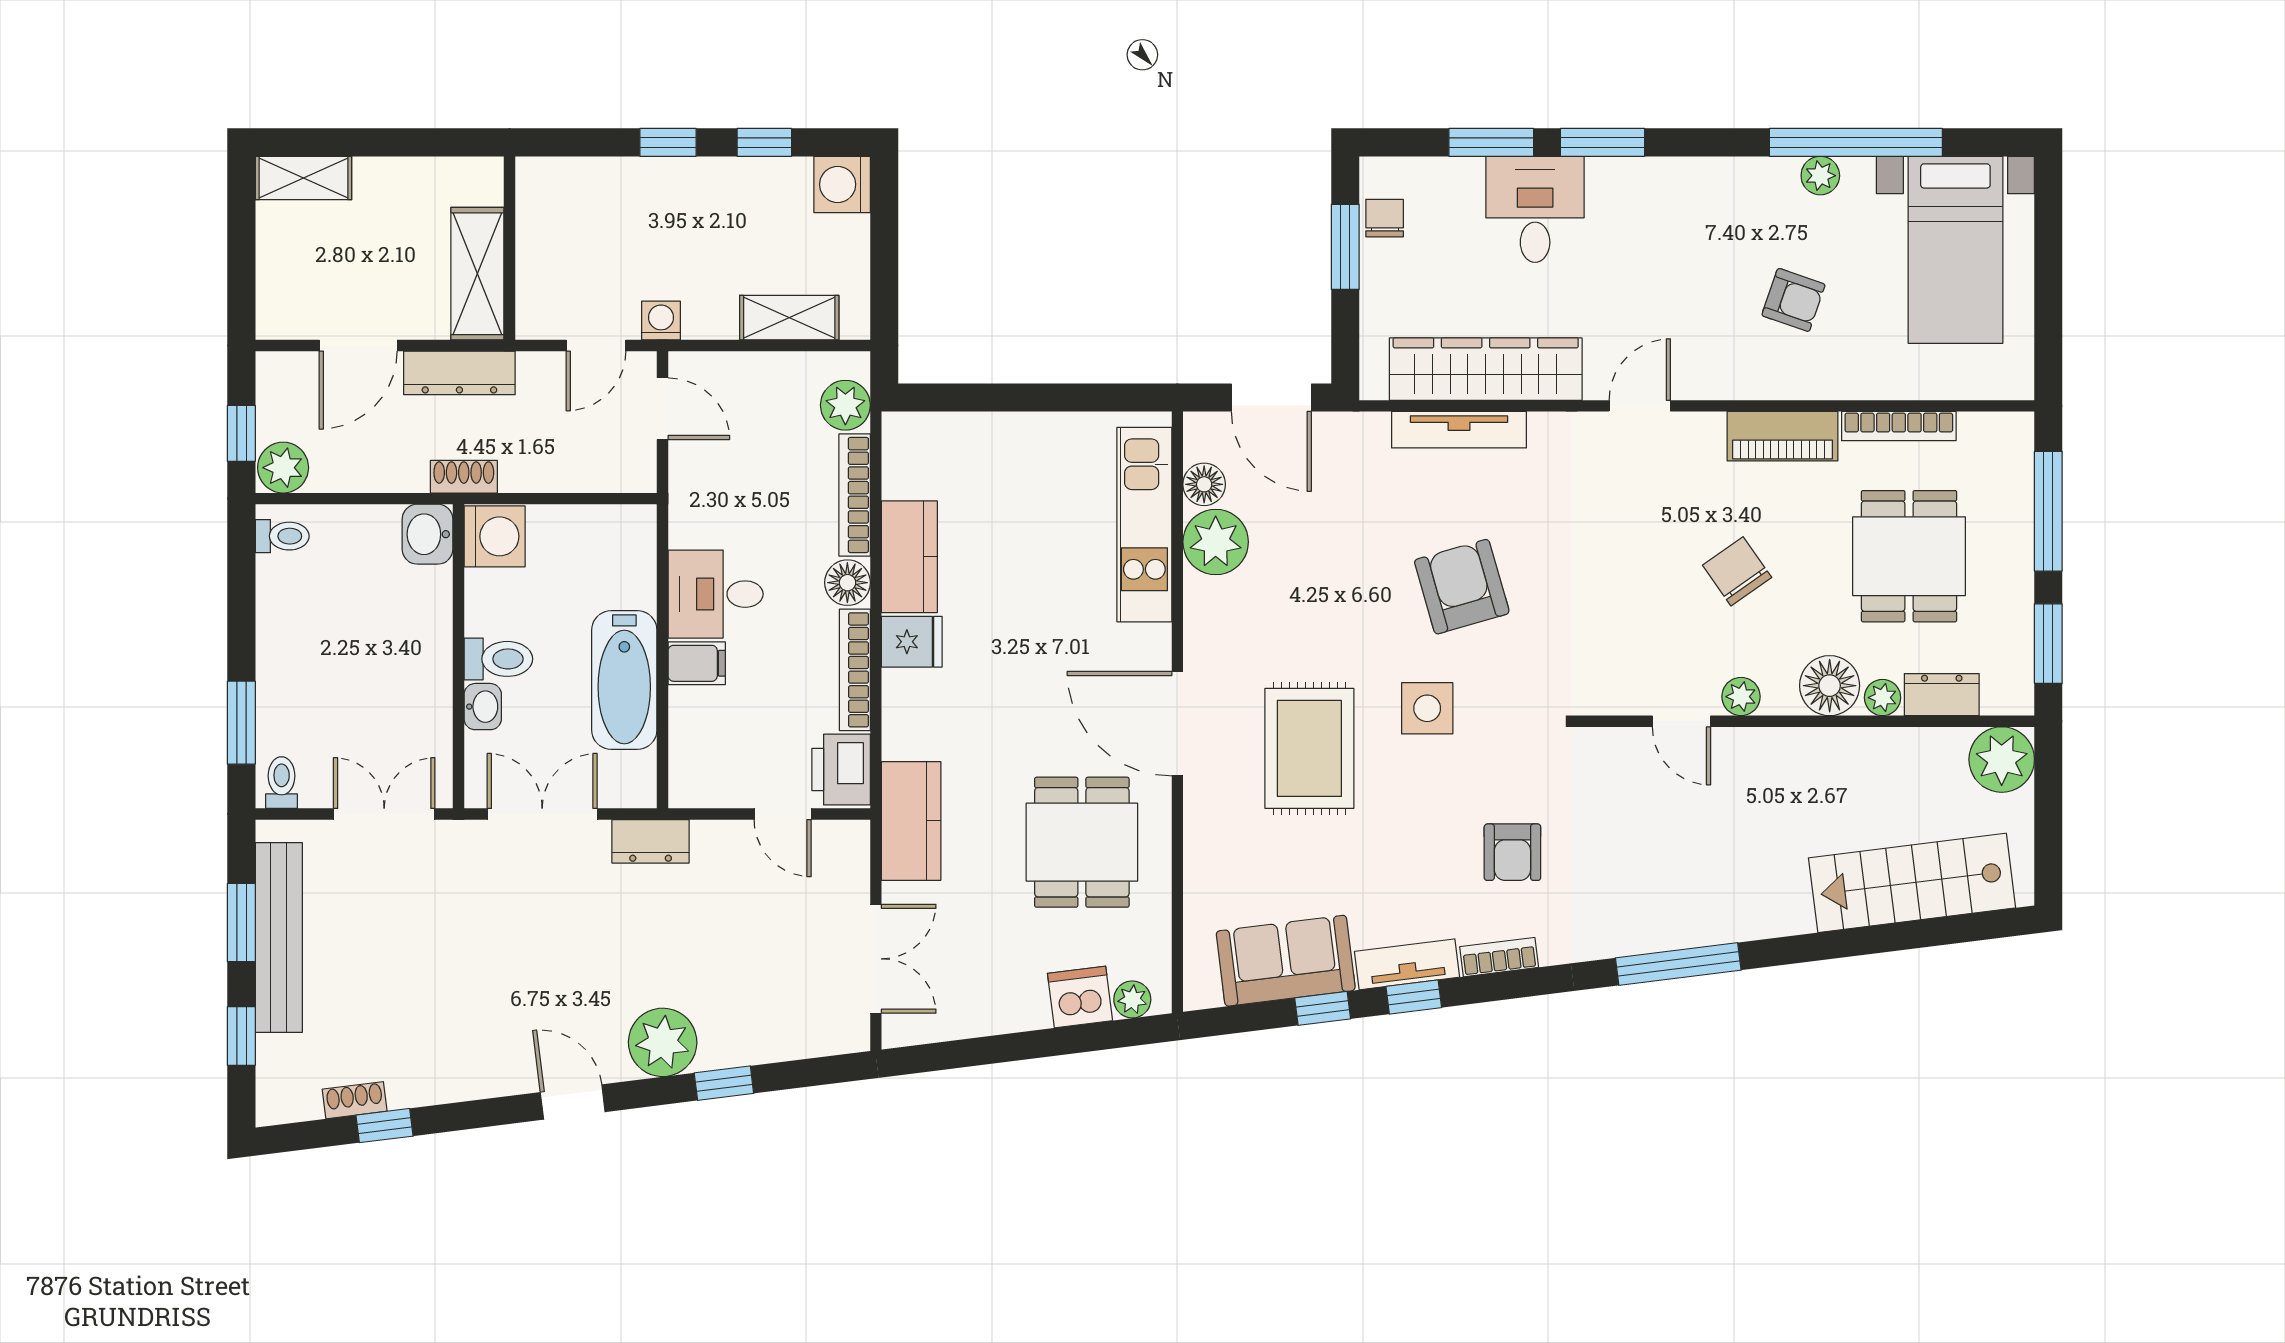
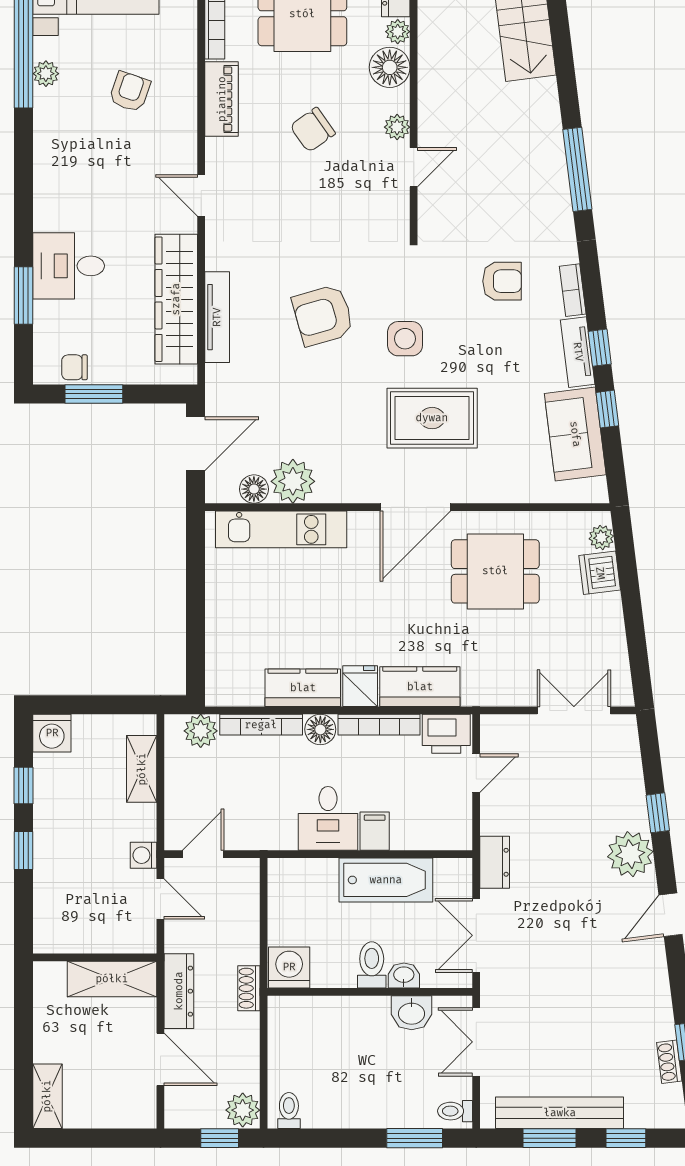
window: (1602, 142) -> (23, 220), removed
washbasin: (427, 534) -> (412, 1013), moved
kitchen counter: (911, 821) -> (420, 687), moved

